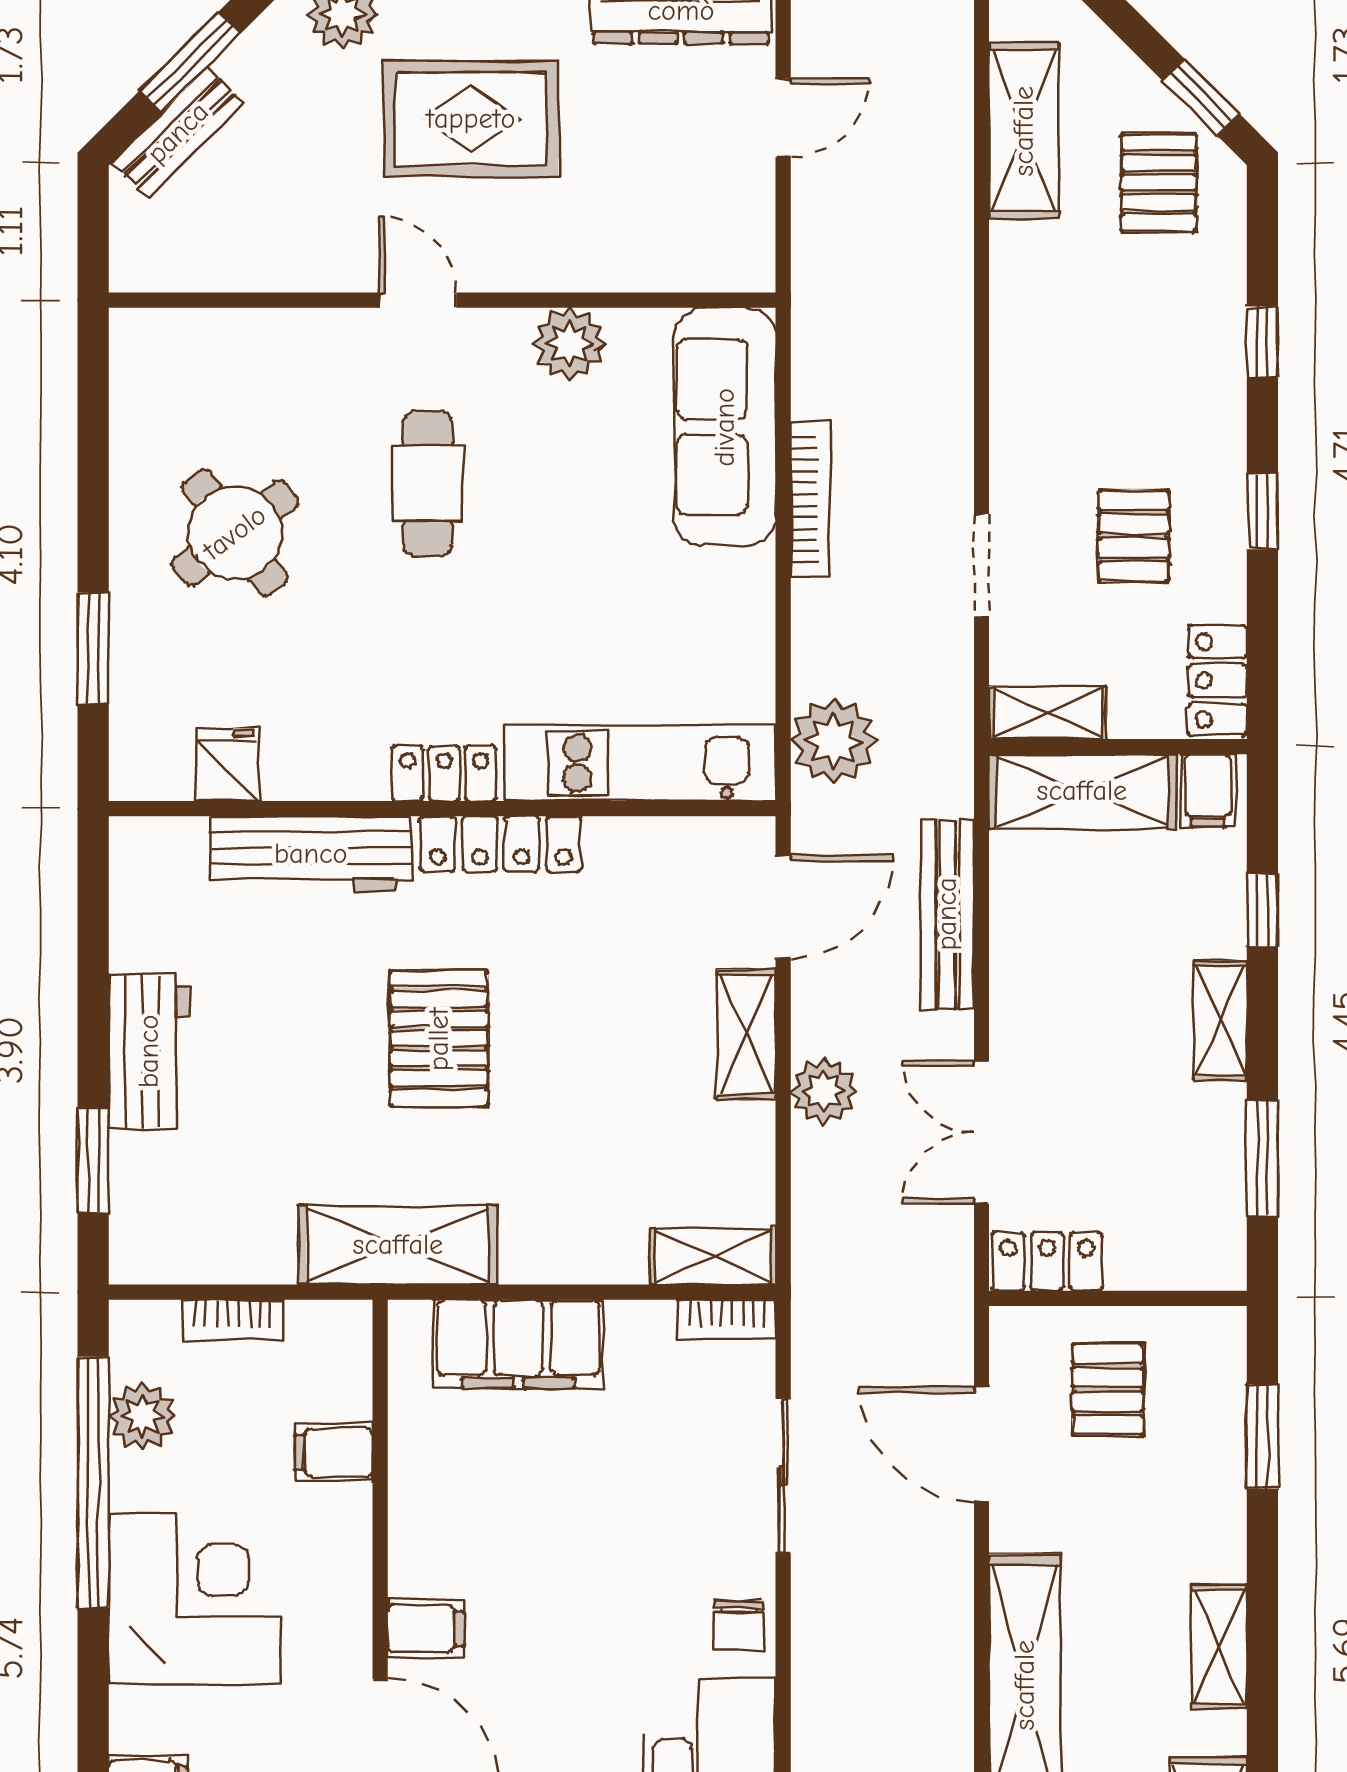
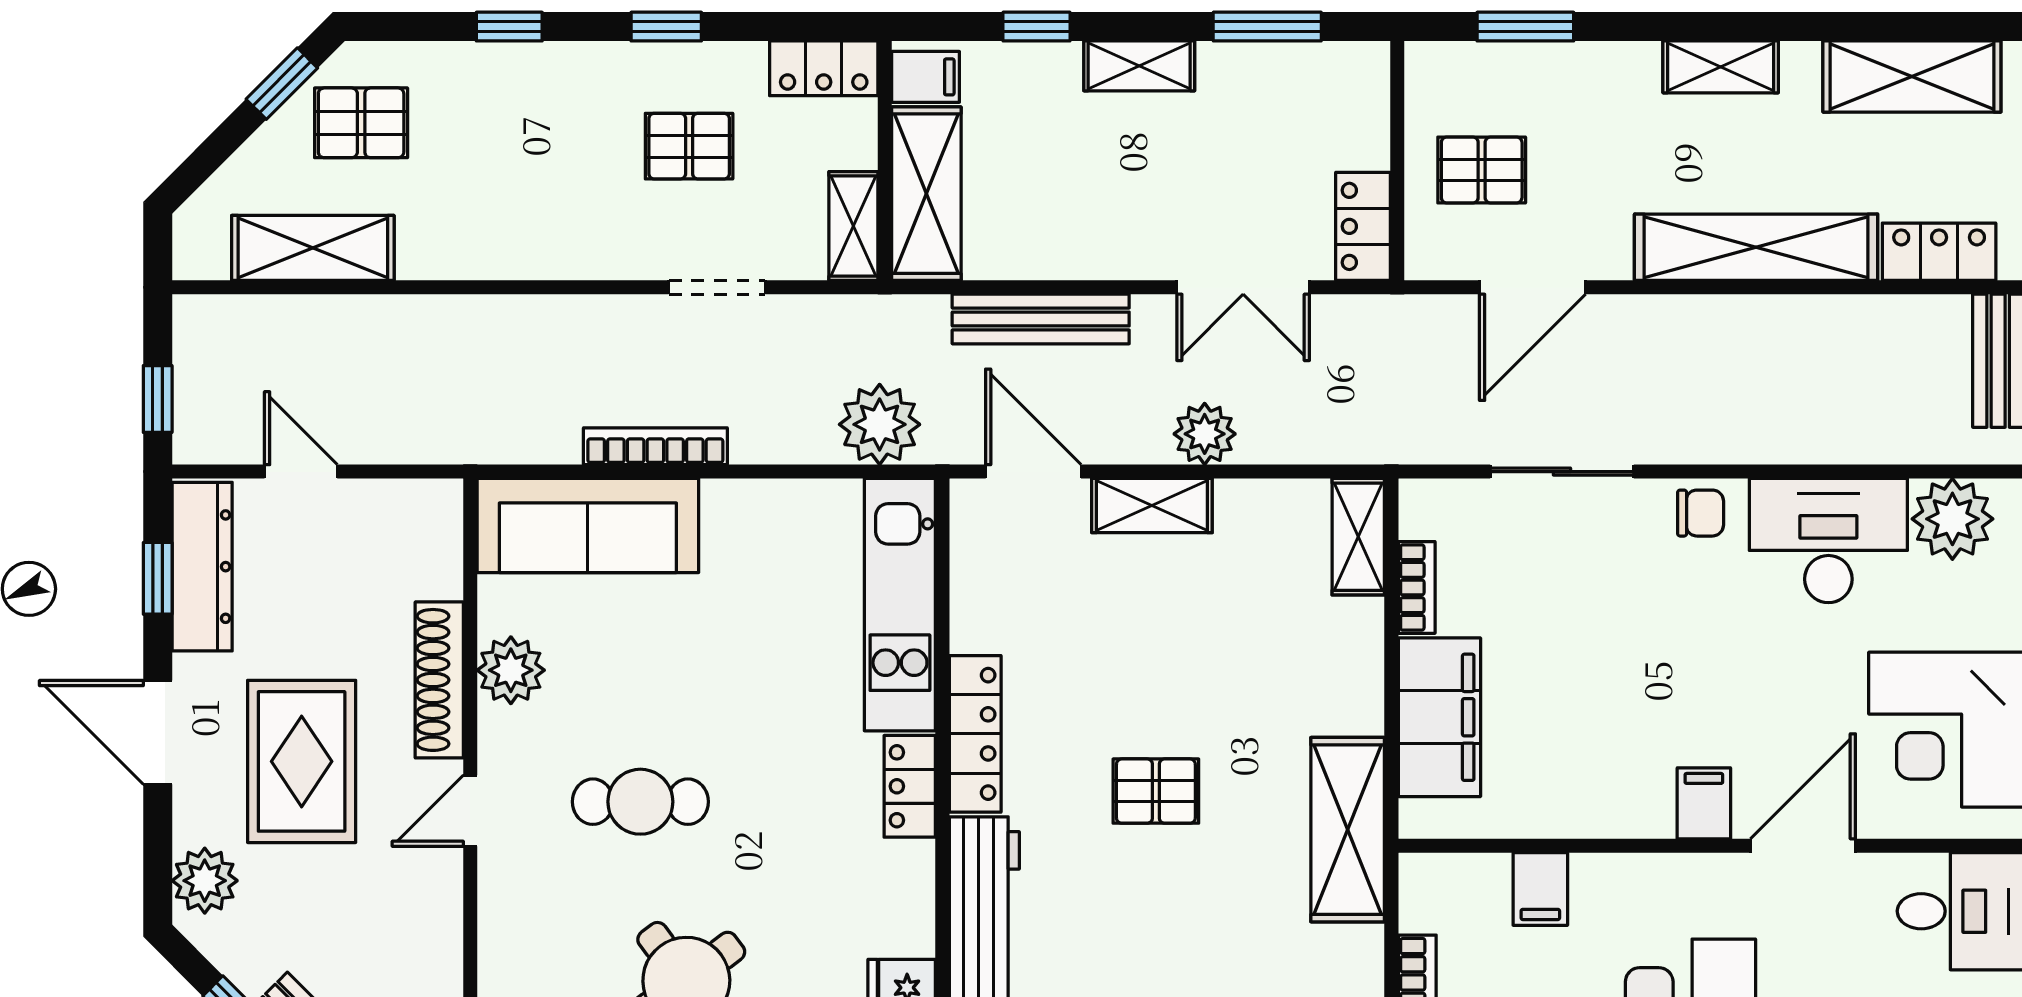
shoe rack: (559, 267) -> (439, 680), added
pallet: (439, 1039) -> (1156, 791), width x0.67, depth x0.71
bookcase: (726, 1319) -> (1417, 587), moved

